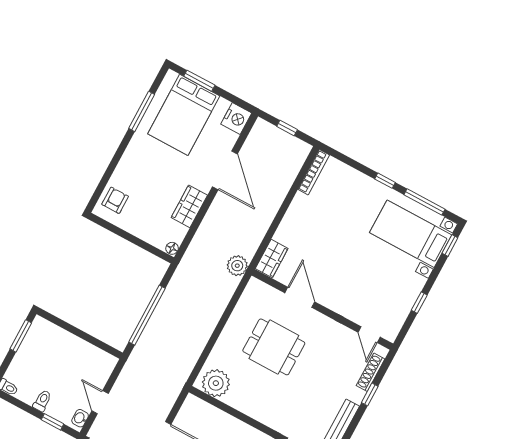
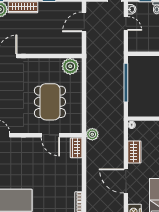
dining table: (274, 347) -> (50, 102), width x1.38

